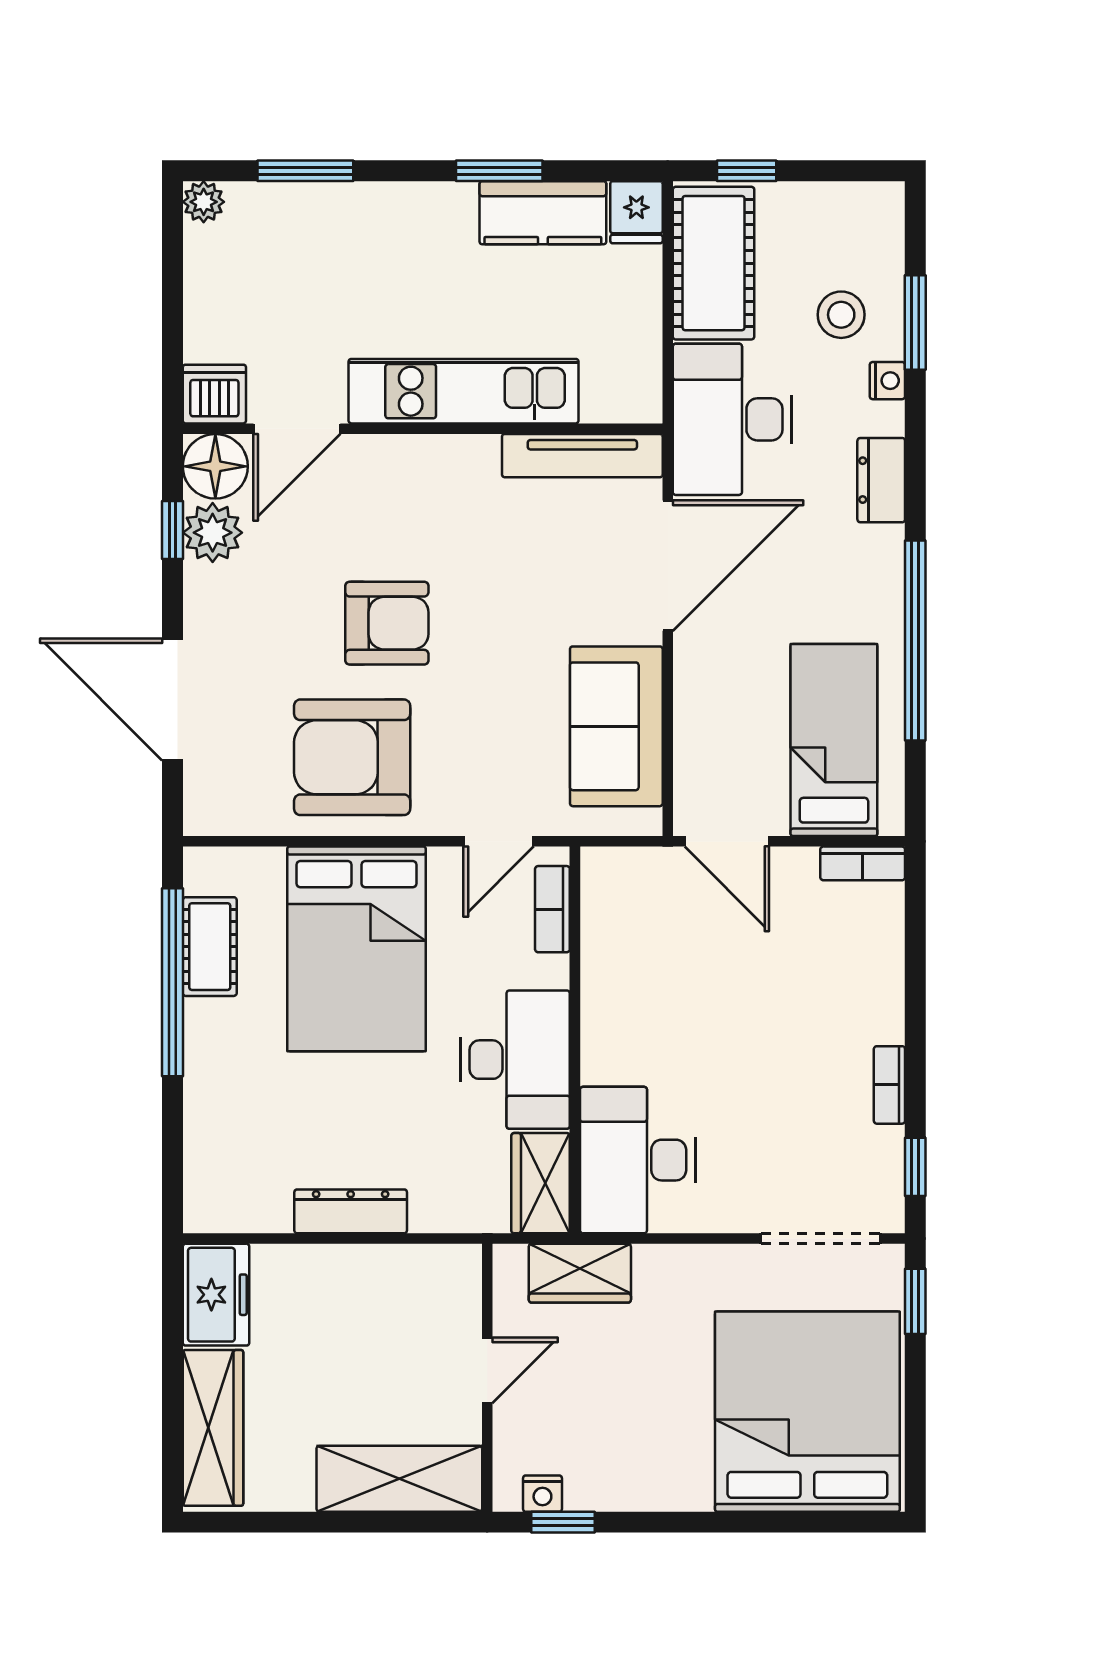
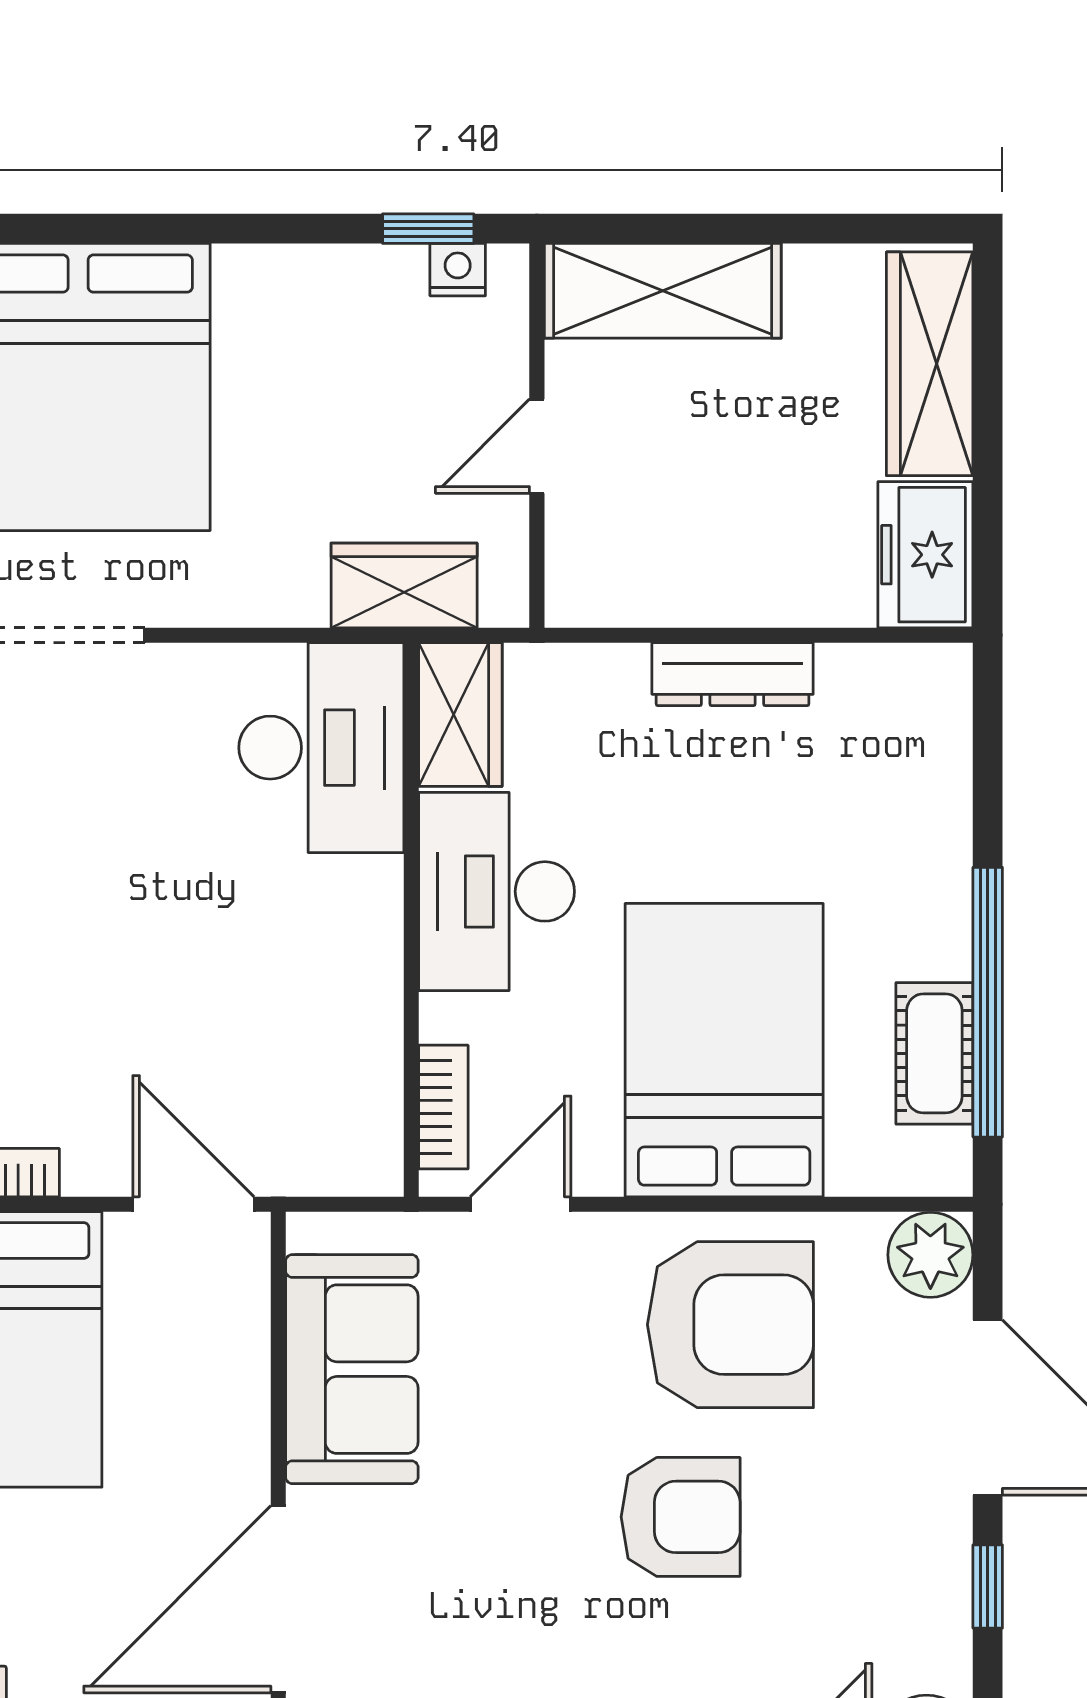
window: (173, 530) -> (988, 1587), moved
plant: (213, 533) -> (930, 1255), moved
armchair: (387, 623) -> (681, 1517), turned 180

